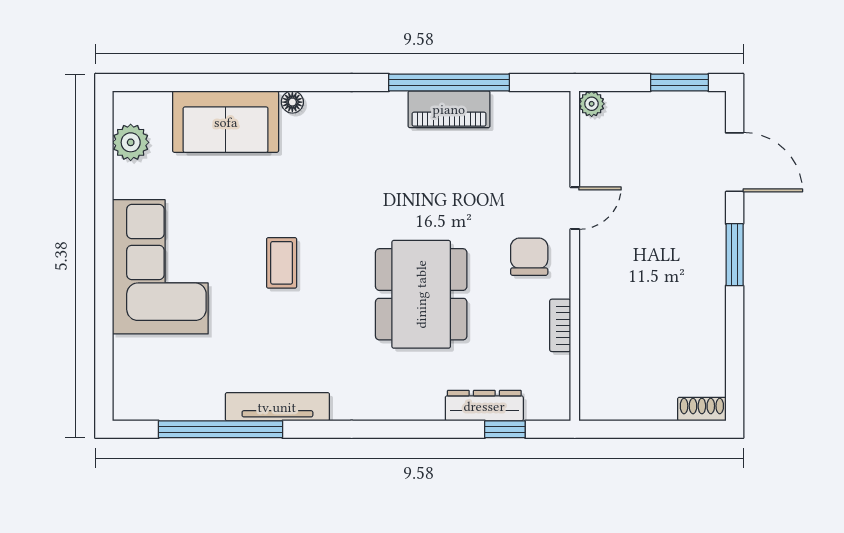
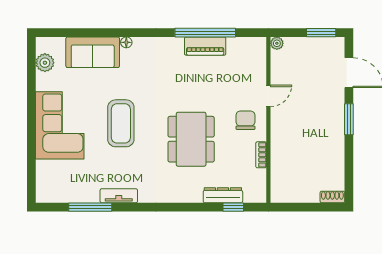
coffee table: (282, 263) -> (121, 123), width x1.86, depth x1.72
tv unit: (277, 407) -> (119, 196), width x0.71
window: (221, 429) -> (90, 207), width x0.68

